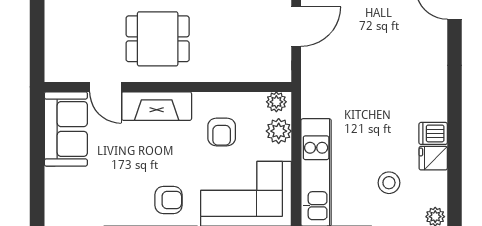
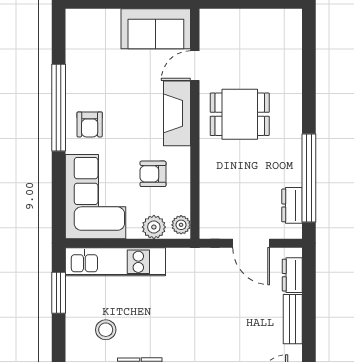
dining table: (158, 39) -> (240, 114), turned 90

